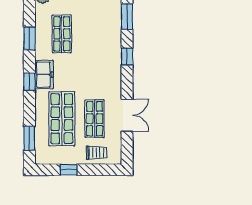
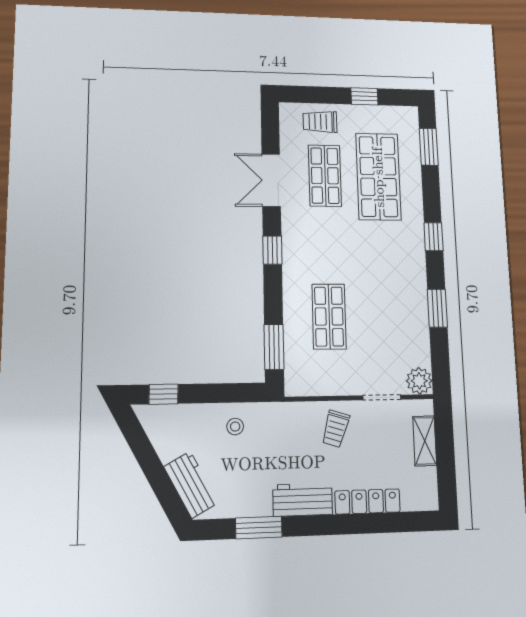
shop shelf: (62, 34) -> (329, 316), moved
window: (127, 57) -> (272, 250), moved
freezer: (44, 75) -> (410, 248), removed

